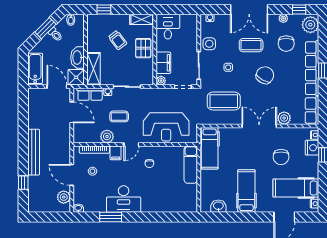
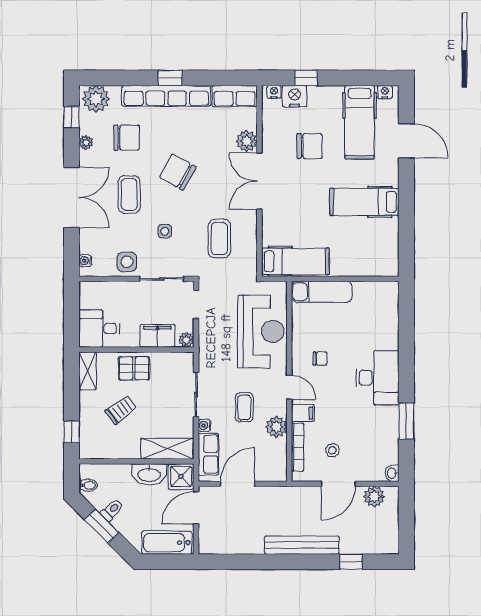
coffee table: (224, 101) -> (219, 238), width x0.73, depth x0.76
desk: (124, 199) -> (377, 378), moved
washbasin: (218, 206) -> (389, 247), removed

